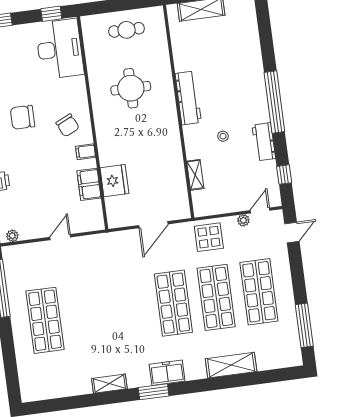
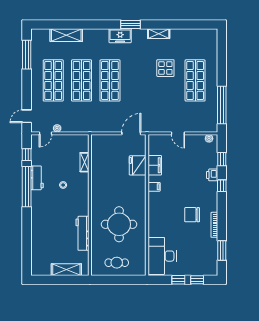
window: (51, 14) -> (178, 280), moved
round table: (131, 88) -> (119, 224), width x1.36, depth x1.36
workbench: (188, 98) -> (82, 233), moved
window: (274, 102) -> (27, 187), moved
chair: (22, 117) -> (192, 215), turned 180
chair: (68, 125) -> (163, 206), removed
door: (153, 225) -> (131, 133), moved
door: (60, 237) -> (178, 133), hinge flipped
display table: (209, 237) -> (165, 68), moved
shelving: (231, 365) -> (66, 35), moved

